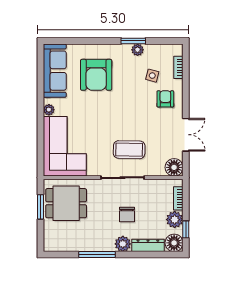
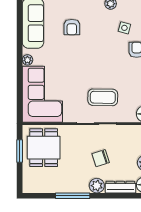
armchair: (96, 75) -> (72, 27), width x0.53, depth x0.53
dining table: (66, 203) -> (44, 148), turned 90
chair: (127, 215) -> (101, 158), turned 72

